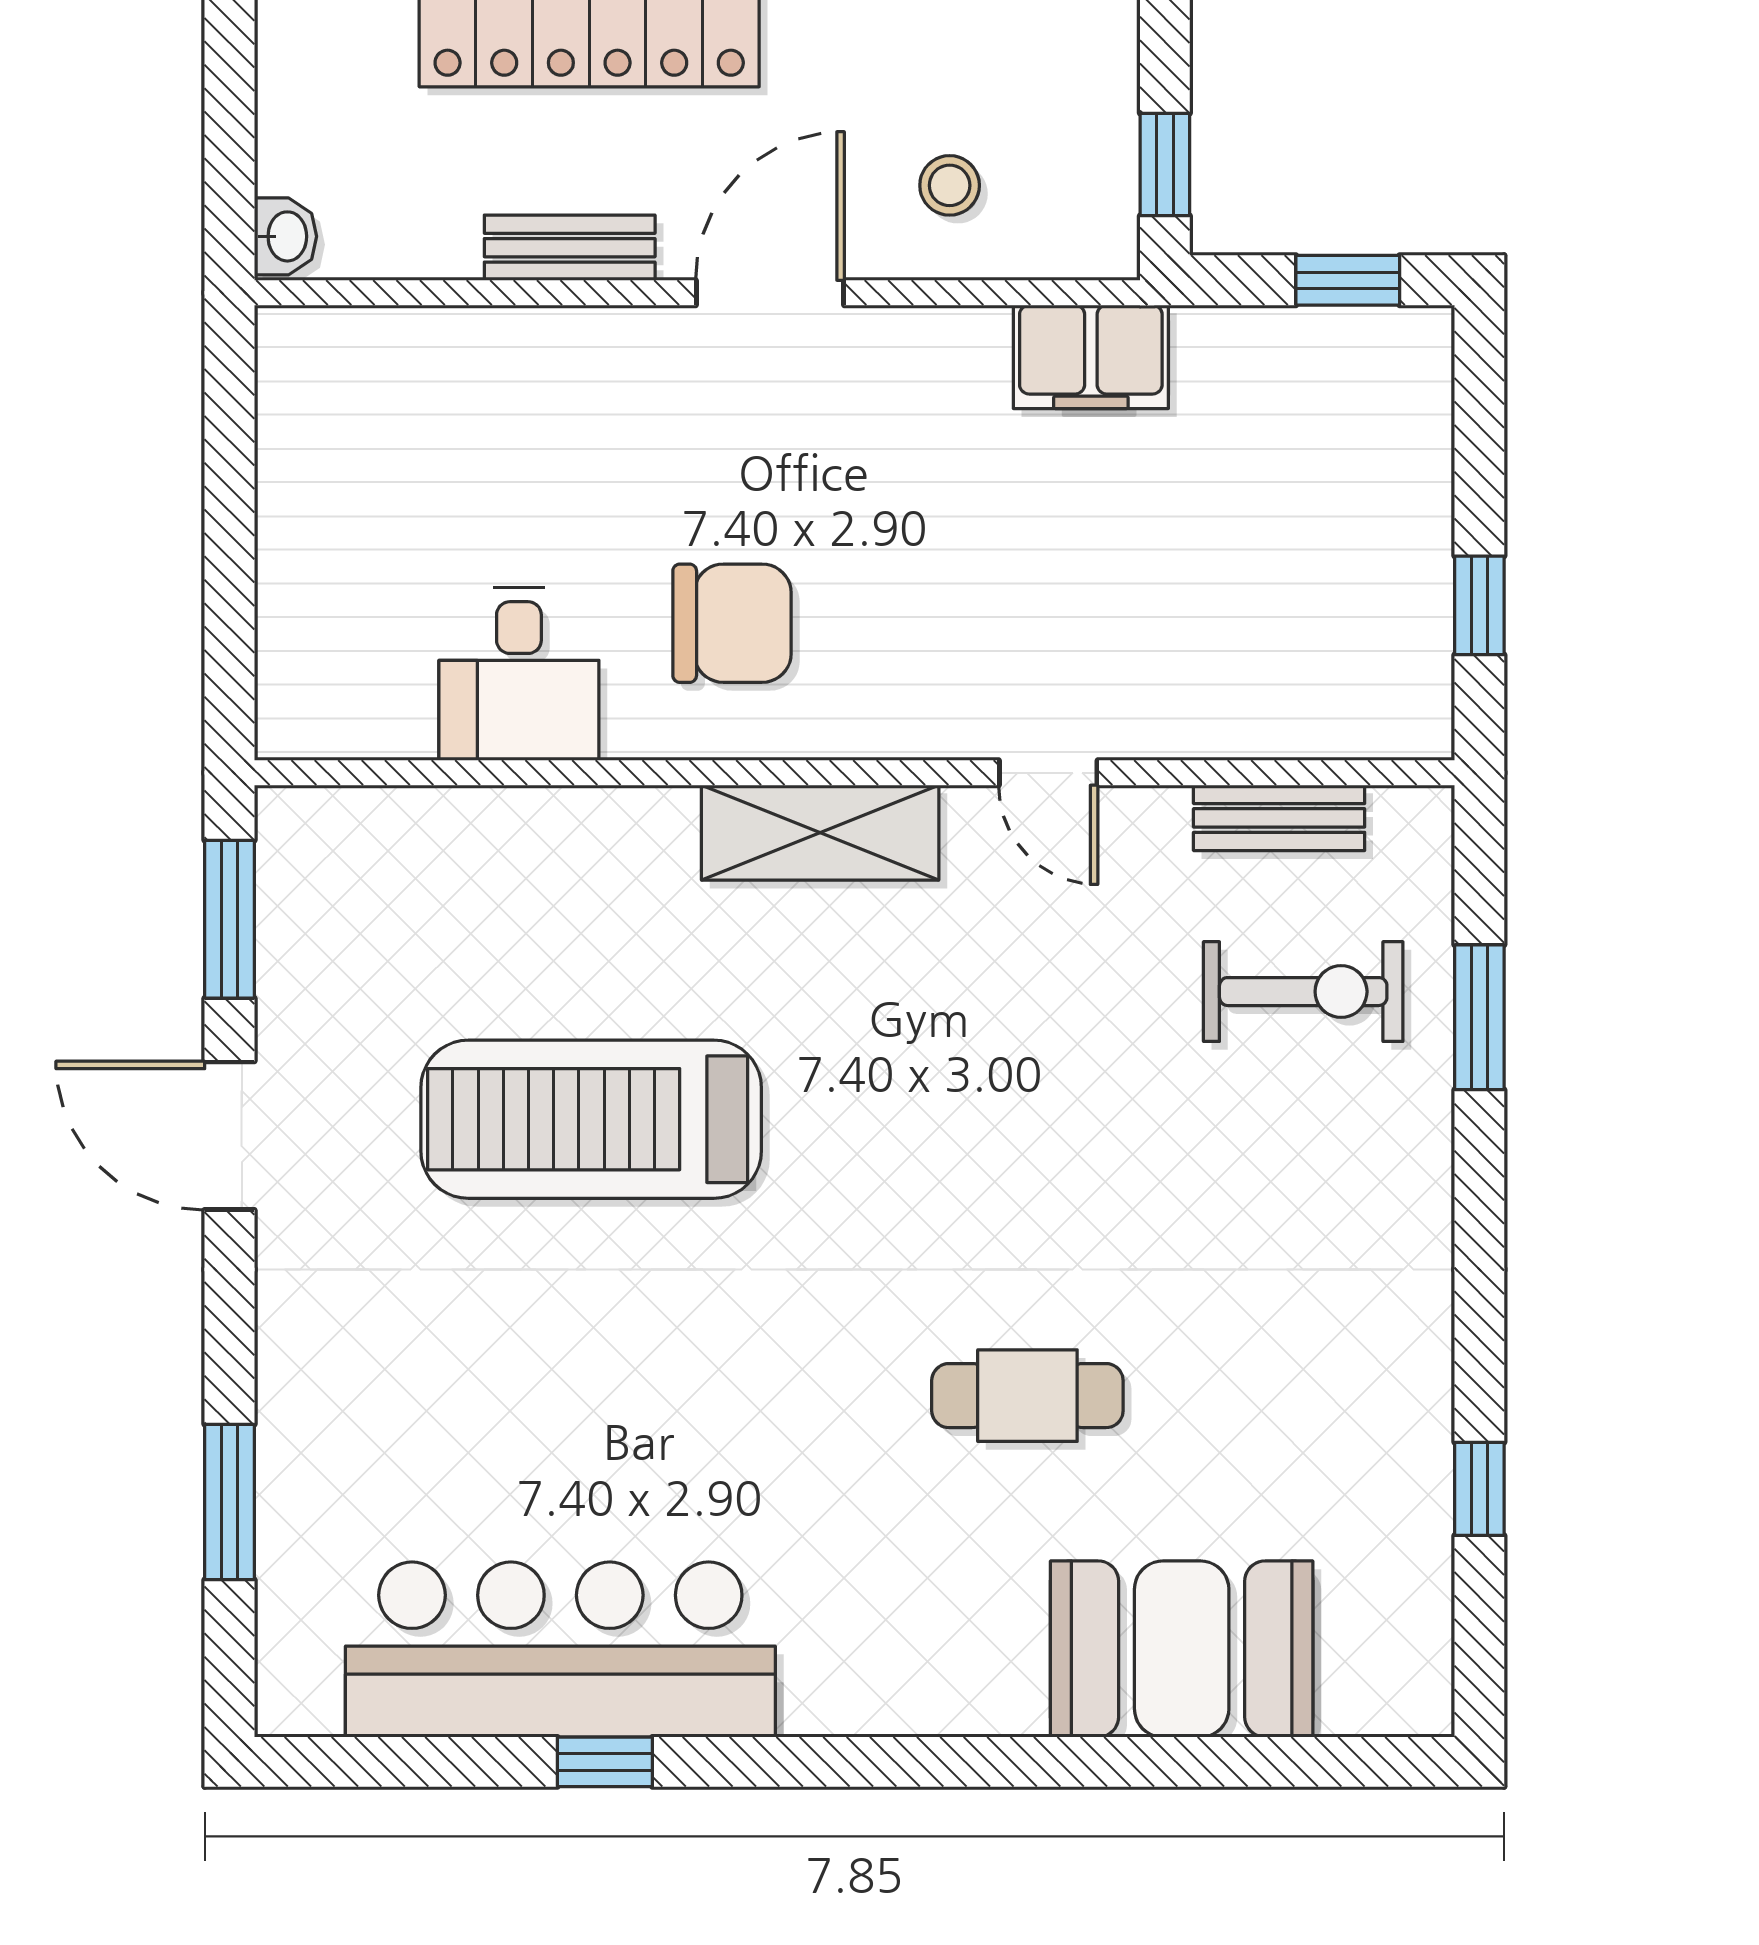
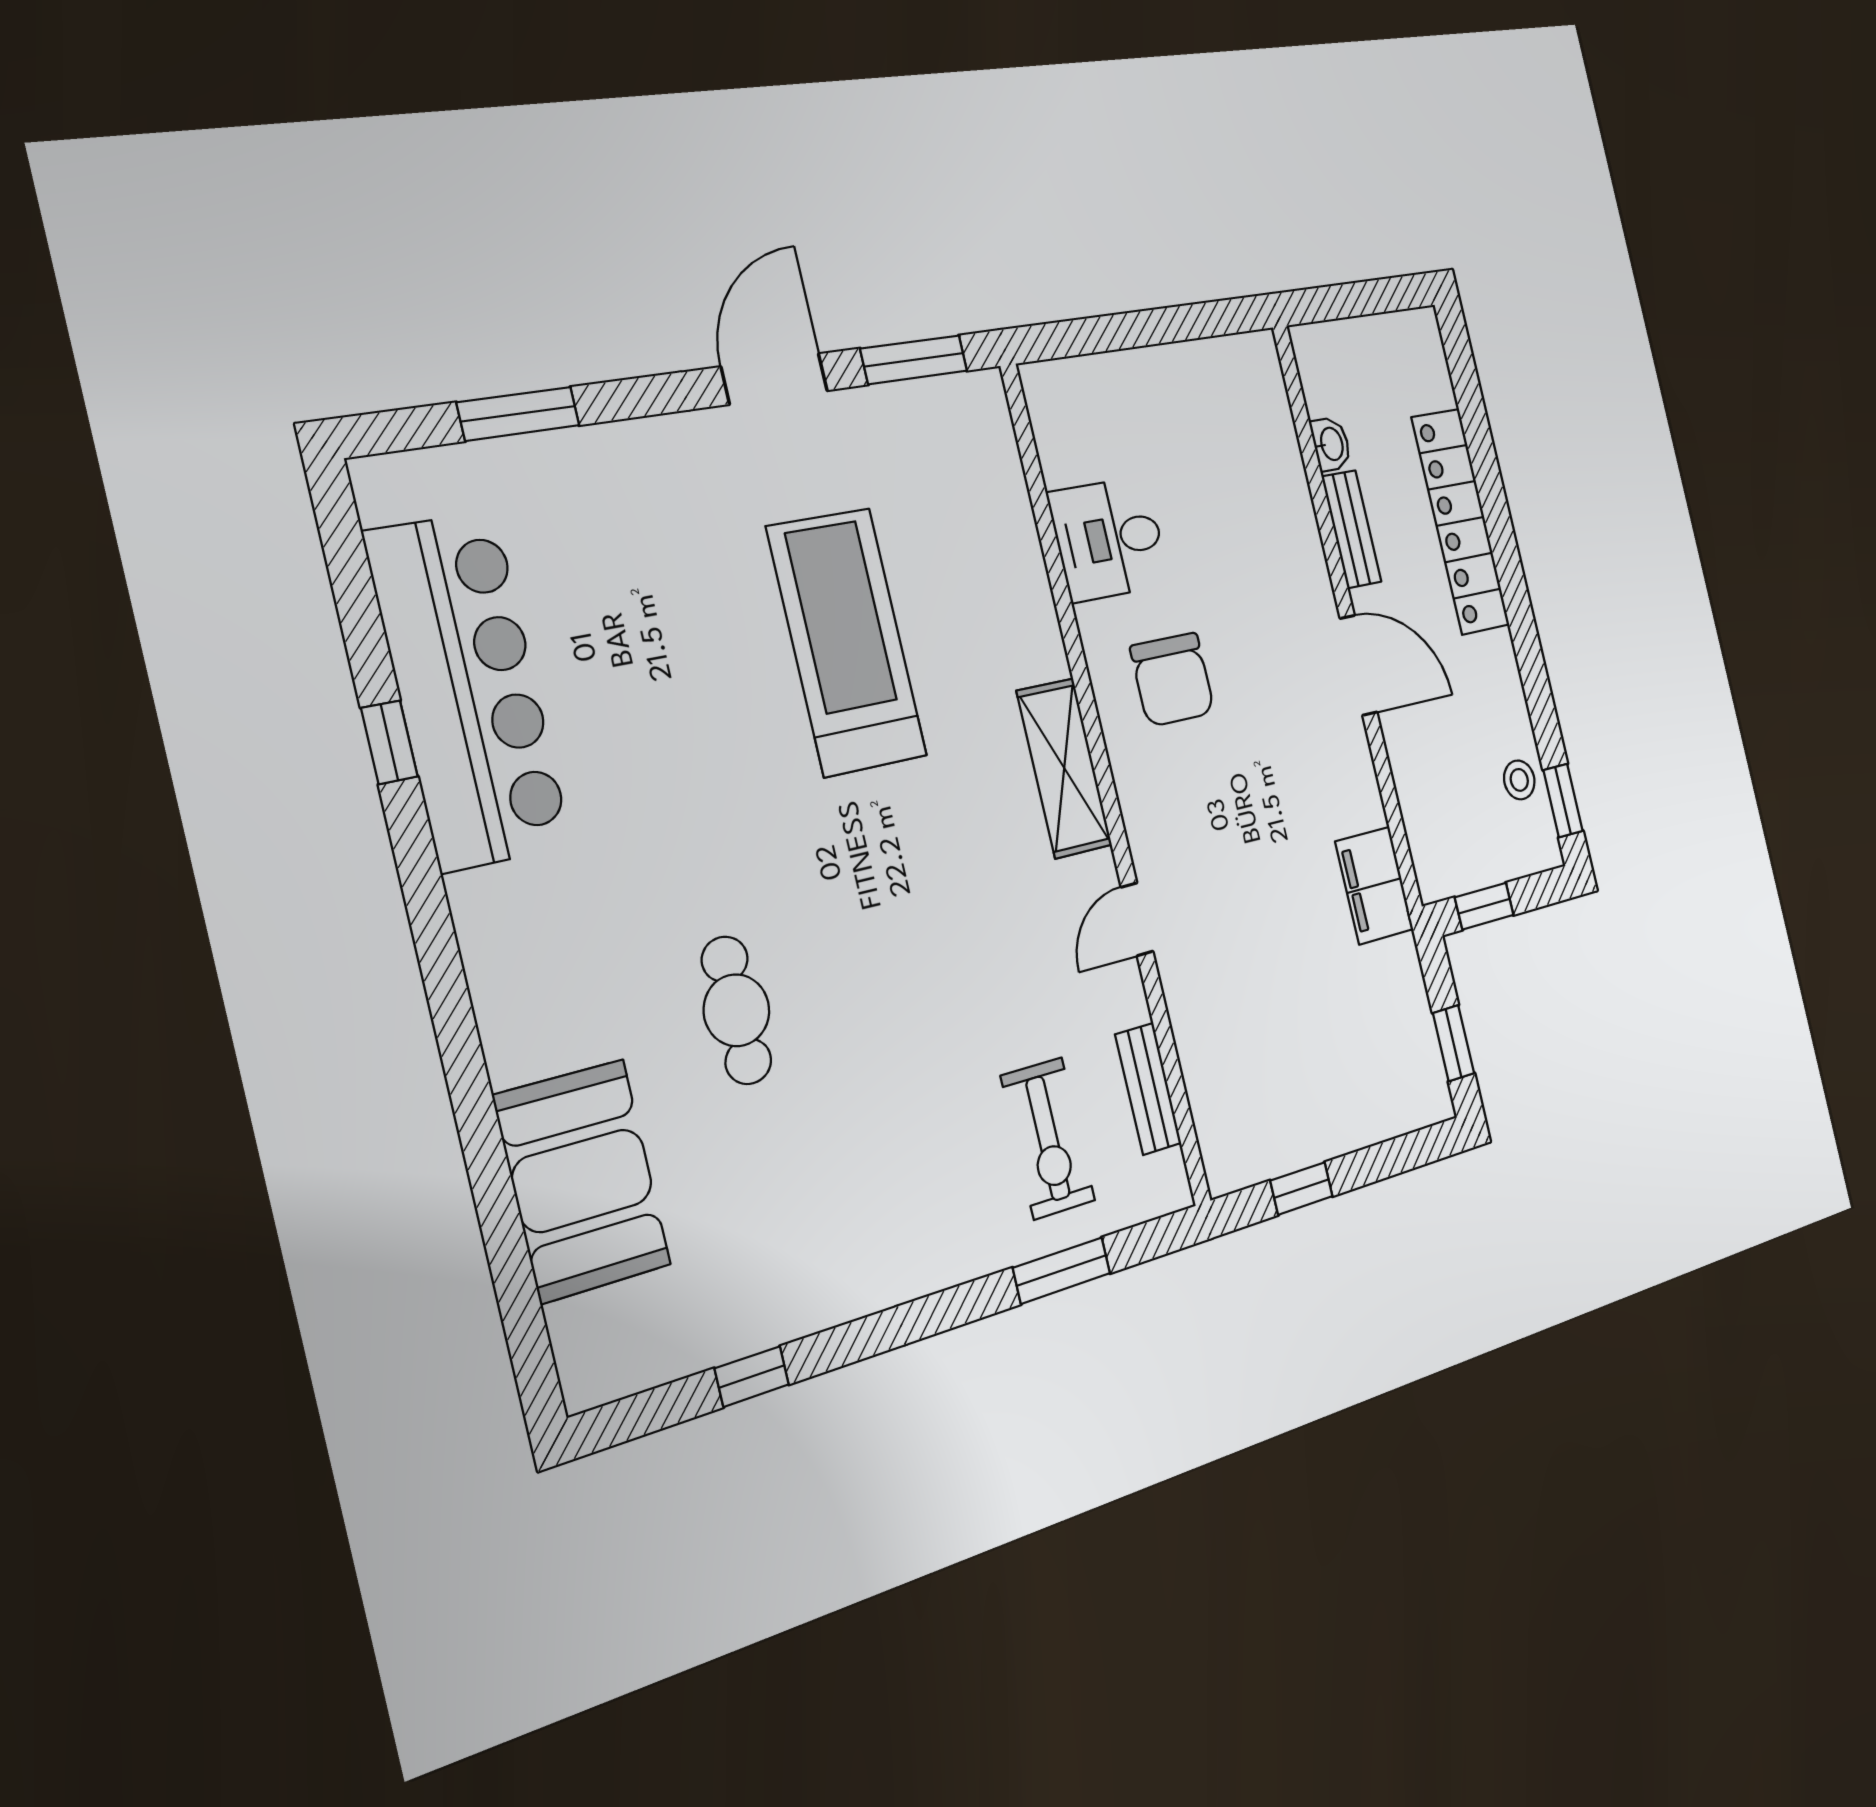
stool: (950, 185) -> (1519, 780), moved
washbasin: (285, 236) -> (1331, 444), moved, turned -90

